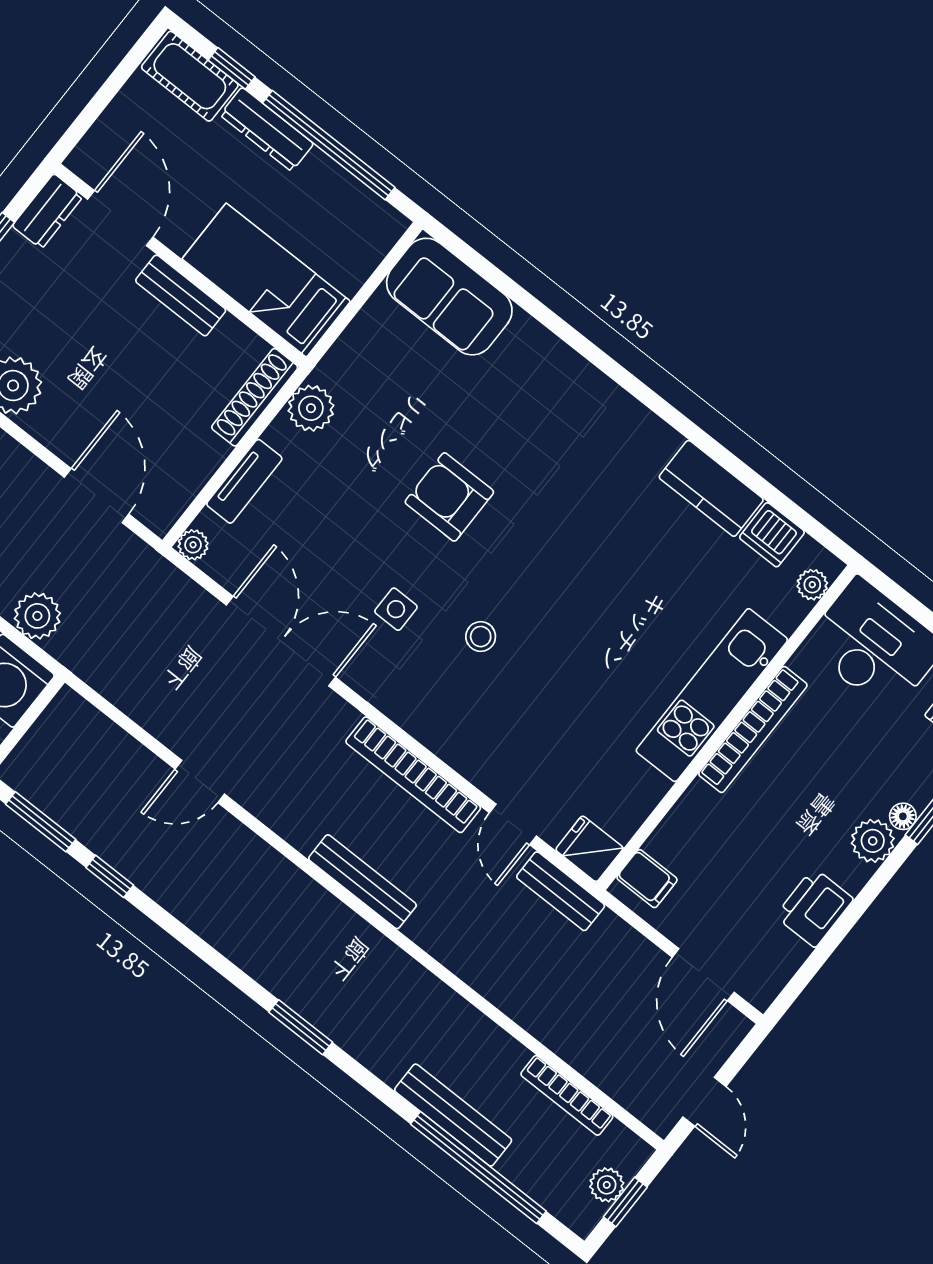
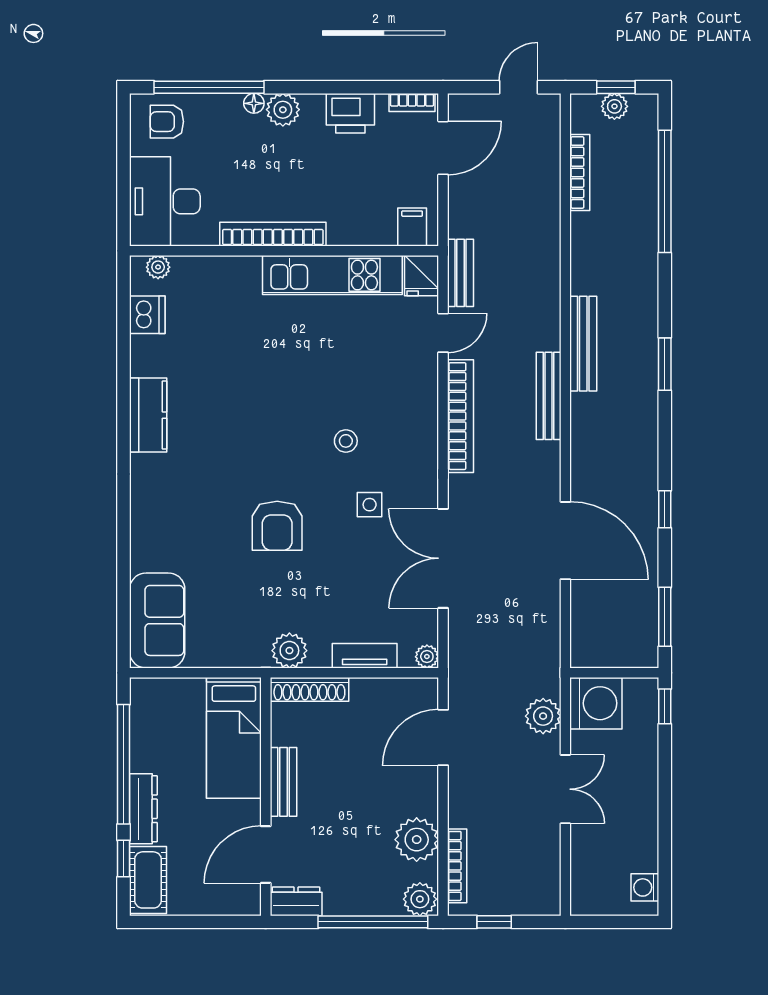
kitchen counter: (711, 488) -> (148, 415), moved
kitchen unit: (712, 695) -> (332, 275), moved
door: (200, 782) -> (565, 541), width x1.87
window: (110, 876) -> (665, 509), moved
bookcase: (775, 980) -> (412, 102), added
bench: (453, 1115) -> (583, 344), moved

